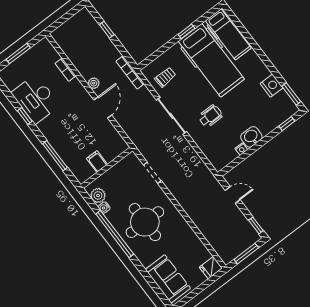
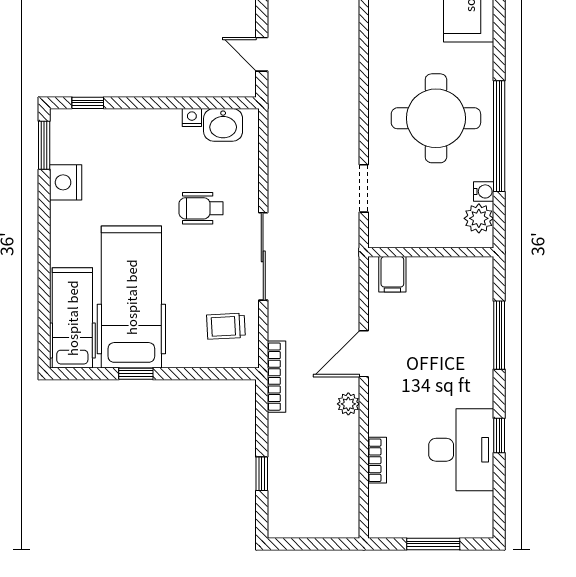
washbasin: (251, 137) -> (223, 125), moved
filing cabinet: (97, 161) -> (392, 274), moved

